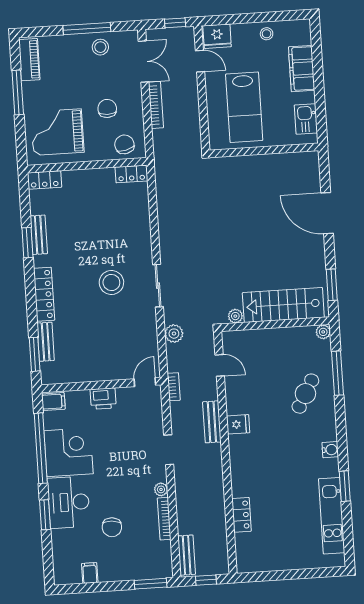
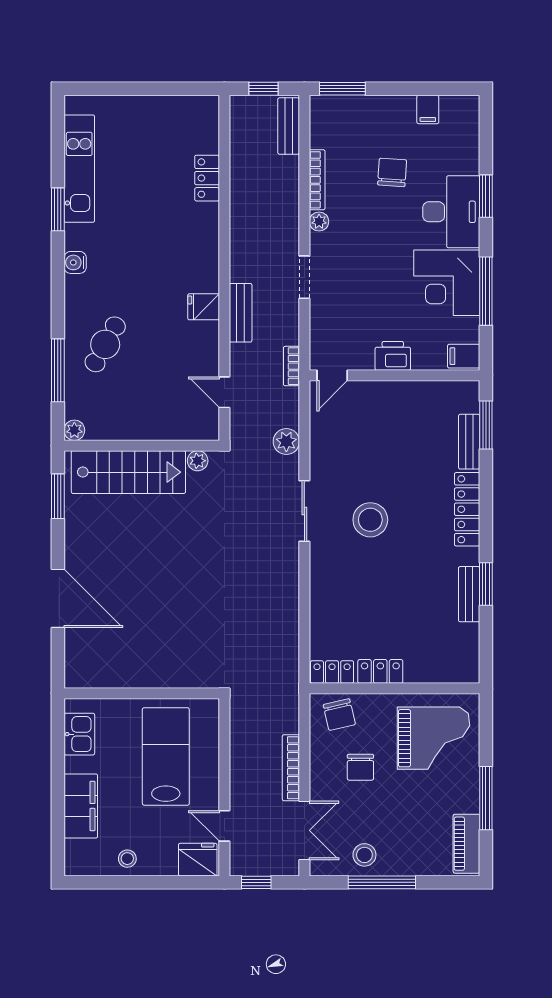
double door: (144, 62) -> (304, 830), swing flipped
locker: (44, 180) -> (380, 671), moved
window: (41, 448) -> (486, 291), width x0.68

